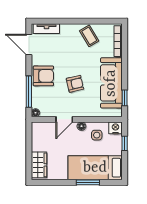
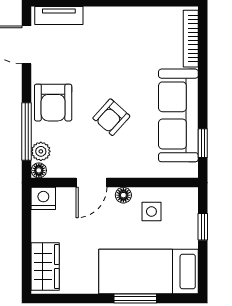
coffee table: (89, 36) -> (138, 29), removed
armchair: (43, 76) -> (53, 103), turned 90
armchair: (75, 84) -> (111, 117), turned 145
plant: (37, 102) -> (41, 151), added
nightstand: (115, 128) -> (43, 198), moved

